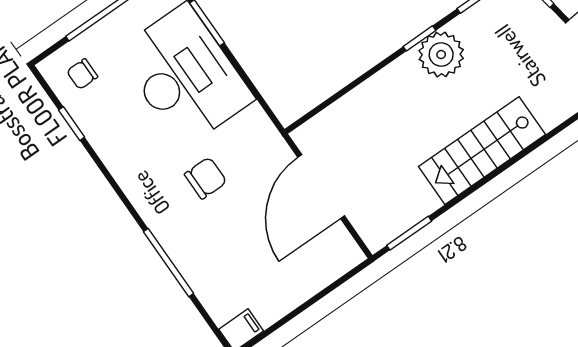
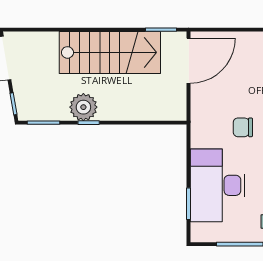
stairs: (482, 151) -> (110, 52), width x1.36, depth x1.51
door: (321, 186) -> (189, 61), moved

